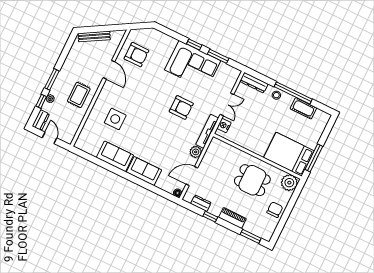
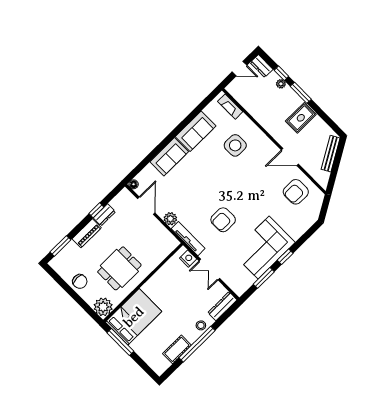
rug: (79, 95) -> (301, 118), moved, turned 90
fireplace: (84, 135) -> (230, 107), added
dresser: (201, 203) -> (104, 215), moved

